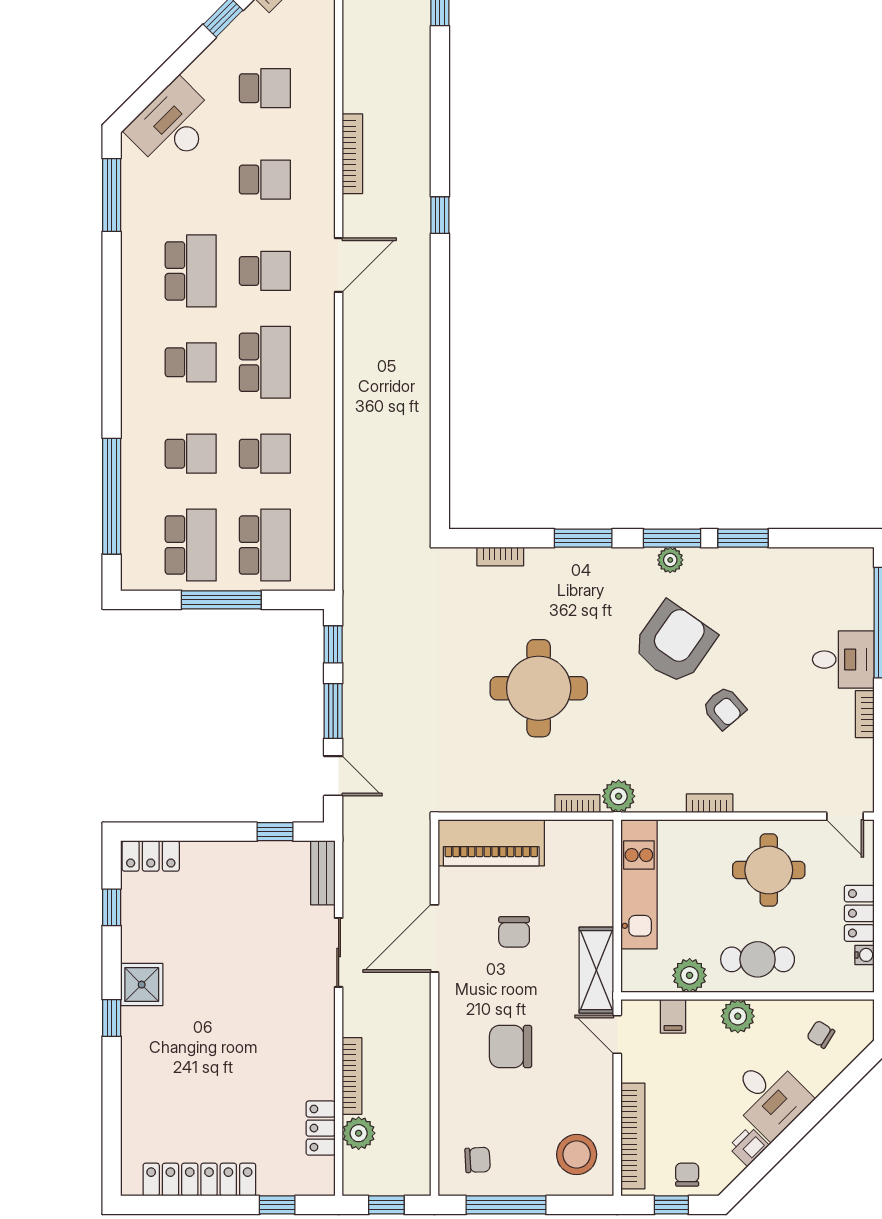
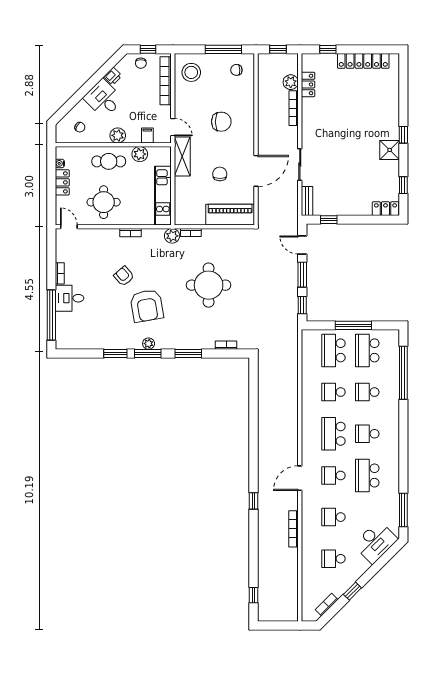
armchair: (674, 643) -> (147, 306), turned -45

